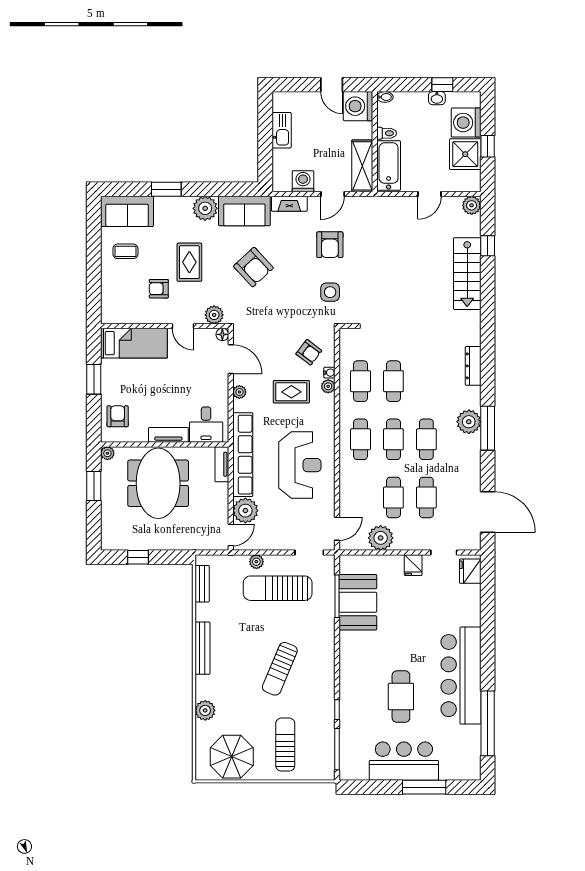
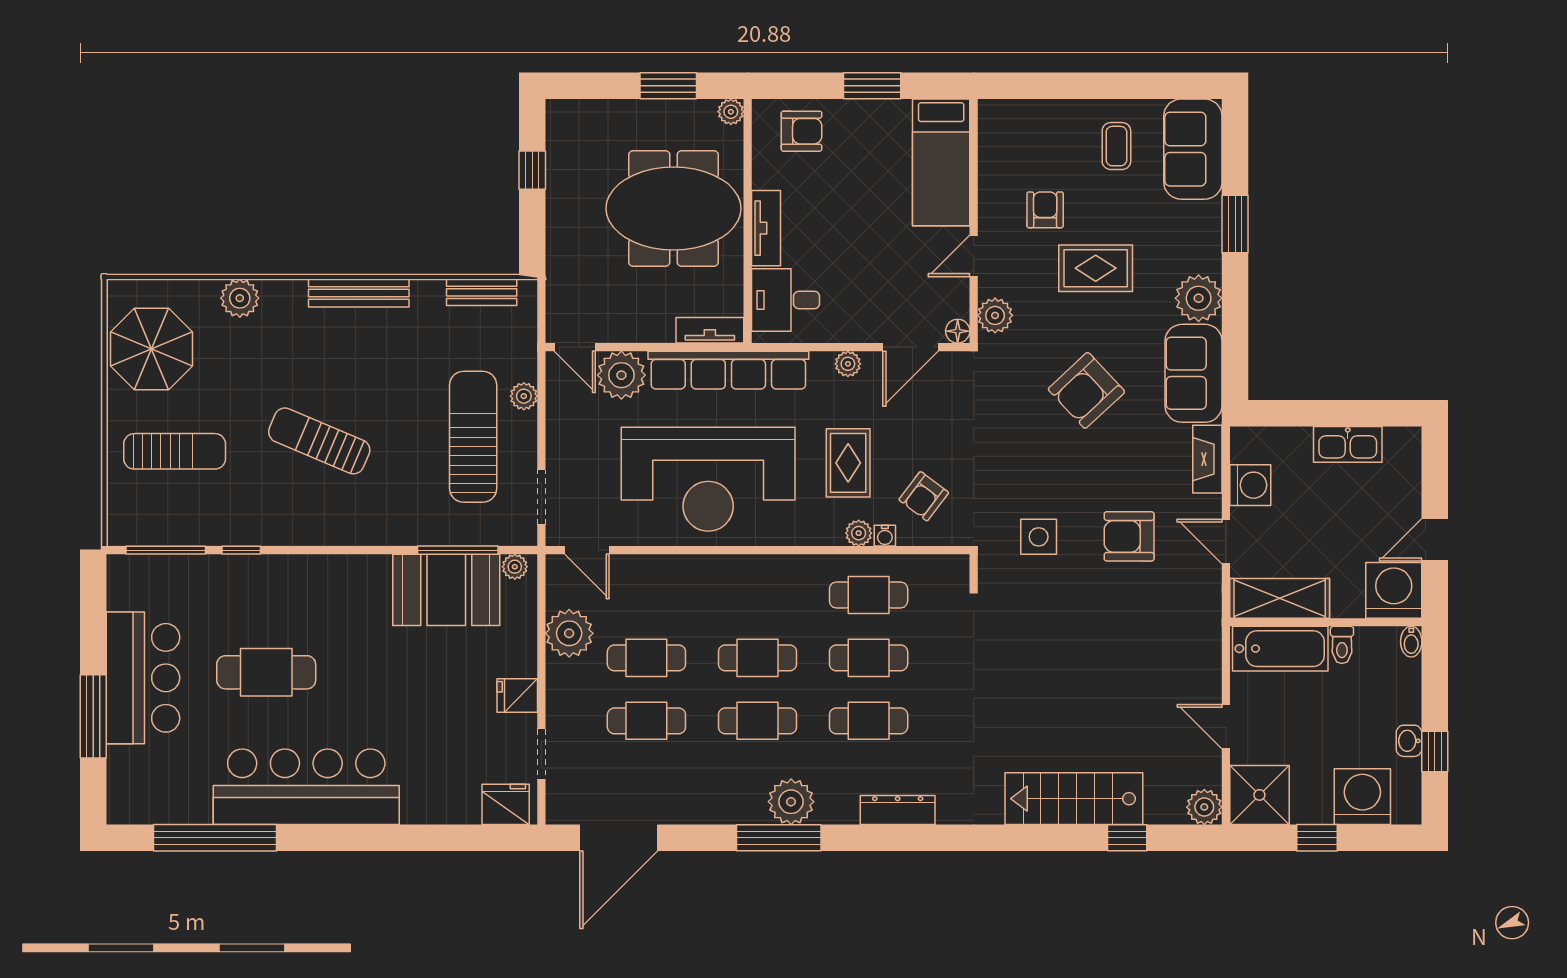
shower: (465, 154) -> (1259, 795), moved
cafe table: (361, 439) -> (869, 721), moved
reception desk: (300, 465) -> (708, 479), width x1.36, depth x1.30
plant: (346, 566) -> (515, 567), added

